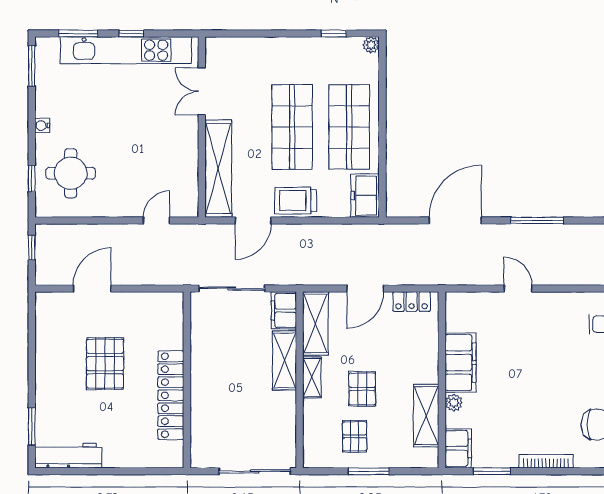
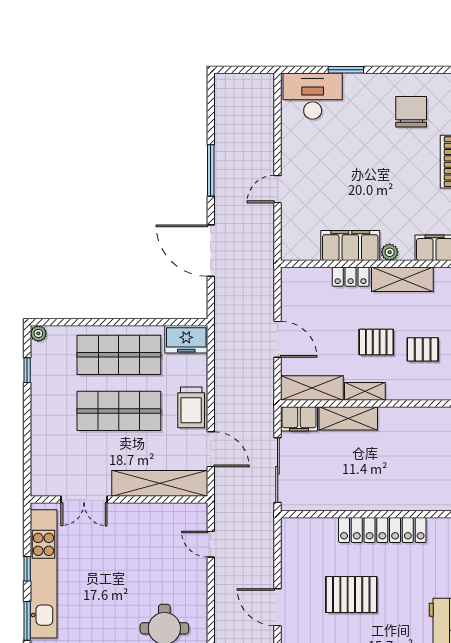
locker: (412, 302) -> (351, 277), moved, turned 90

